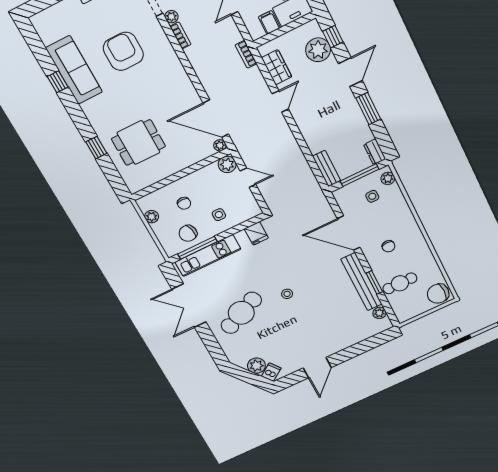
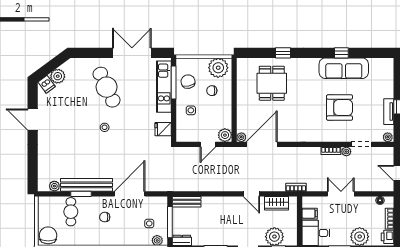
plant: (152, 217) -> (218, 68), width x1.88, depth x1.88

